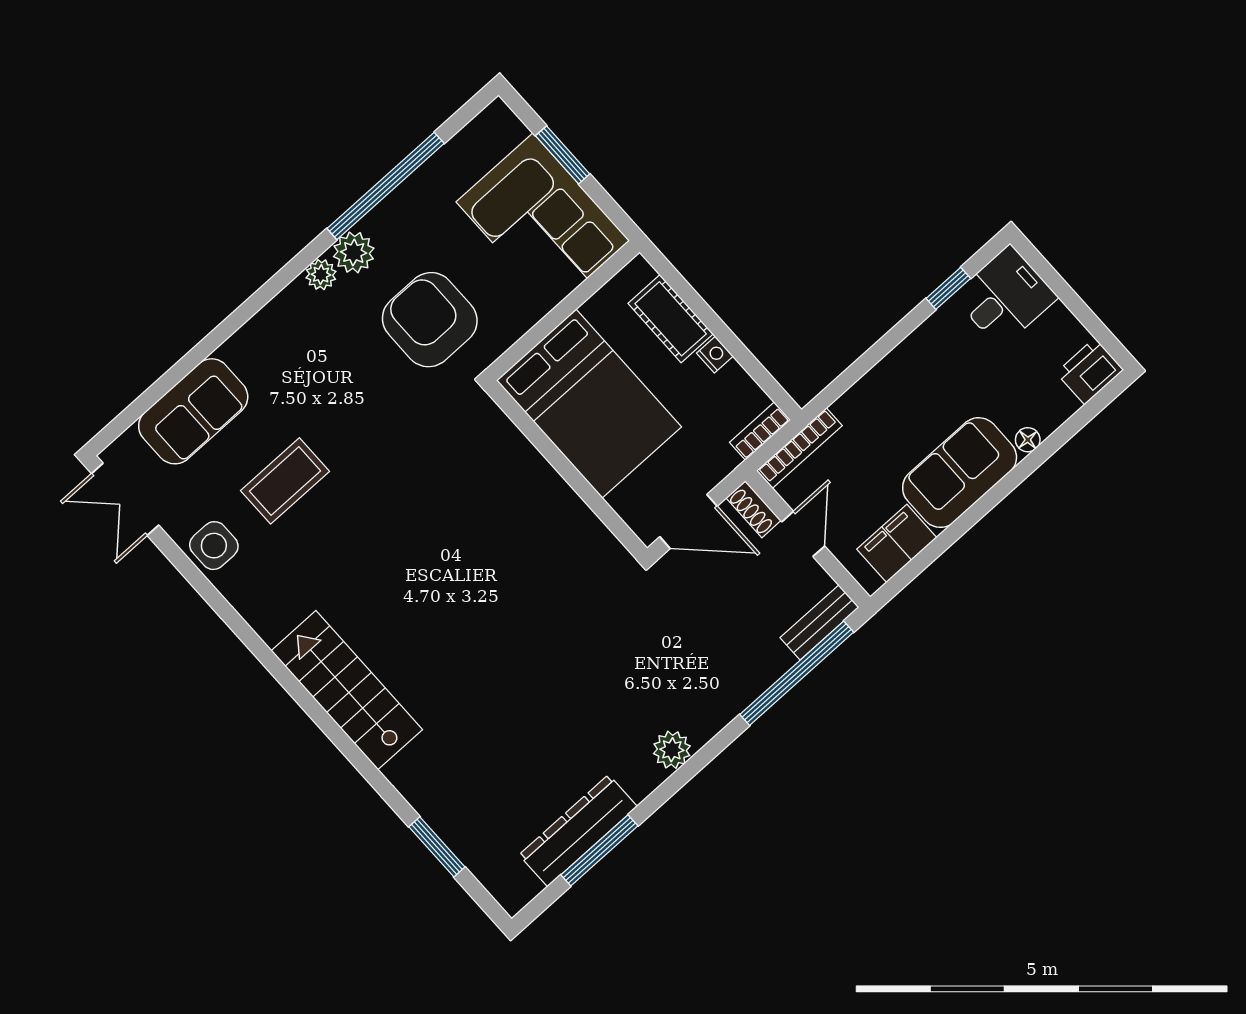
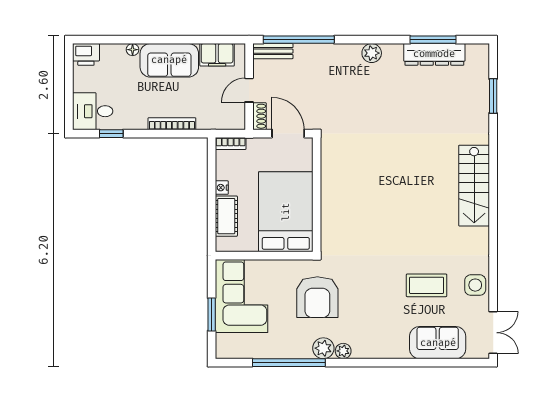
bookcase: (799, 448) -> (172, 124), moved

